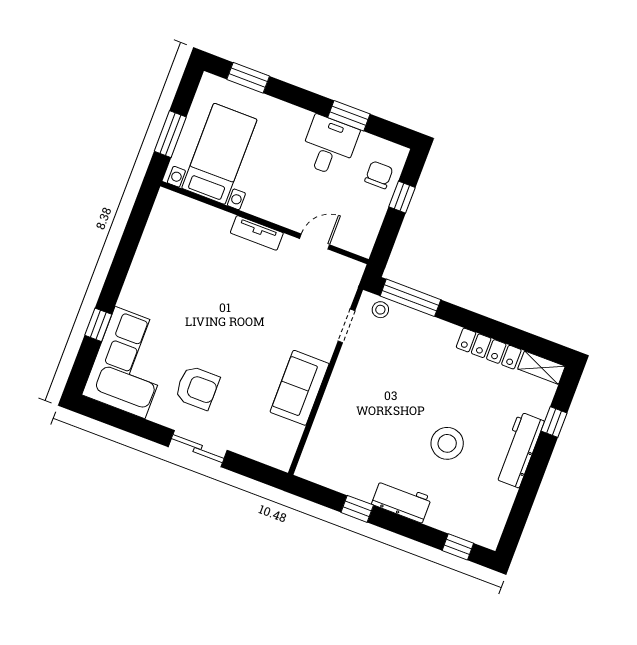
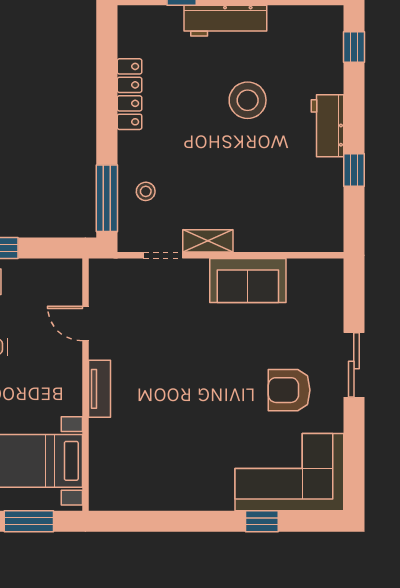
stool: (380, 310) -> (146, 191), moved
shelving: (541, 368) -> (208, 241), moved, turned 90
armchair: (197, 388) -> (289, 390), turned -90

